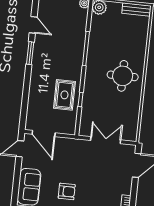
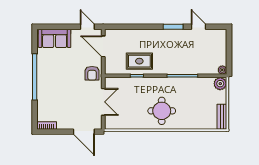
door: (33, 25) -> (198, 27), swing flipped
door: (44, 133) -> (103, 46), hinge flipped
armchair: (67, 191) -> (92, 73), moved

